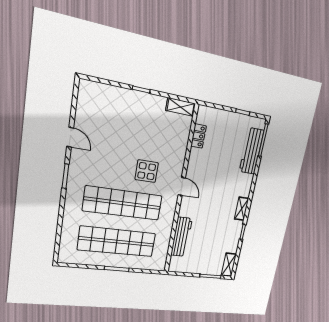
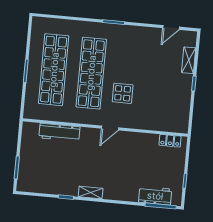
shelving: (181, 107) -> (189, 60), moved
locker: (199, 136) -> (170, 141), moved
door: (70, 137) -> (171, 27), moved
workbench: (251, 151) -> (155, 196), width x0.73
shelving: (229, 265) -> (30, 186), removed

